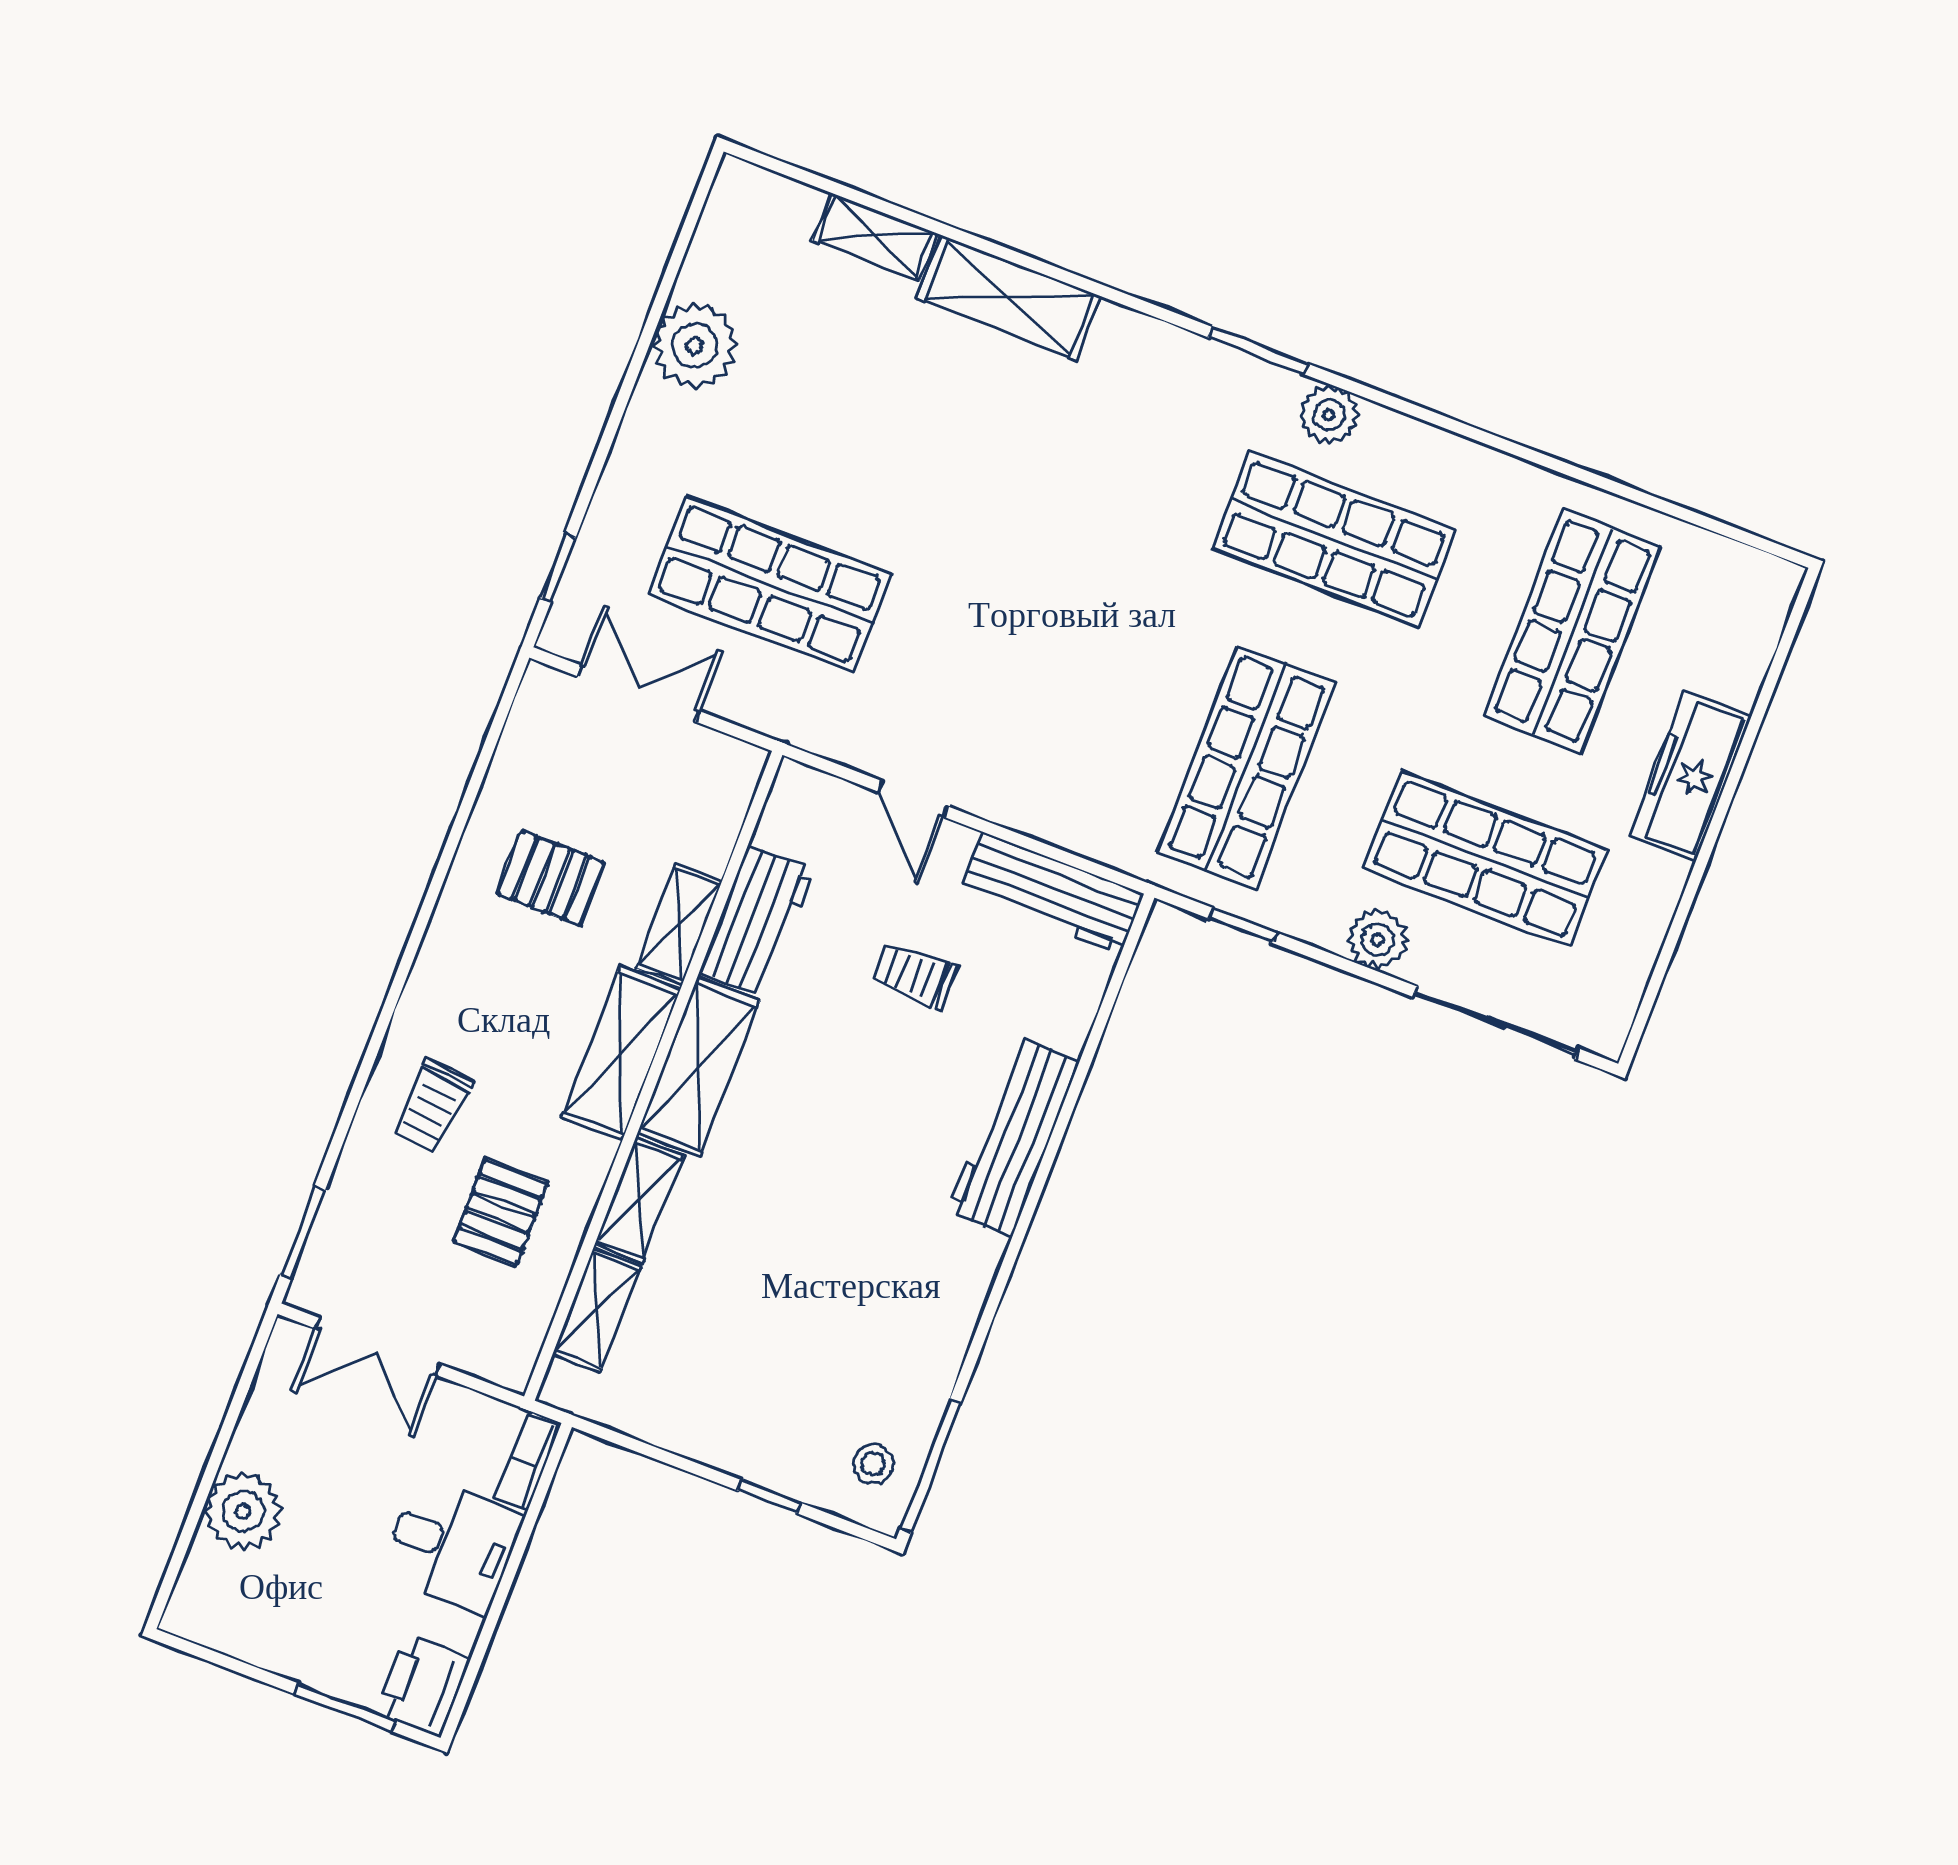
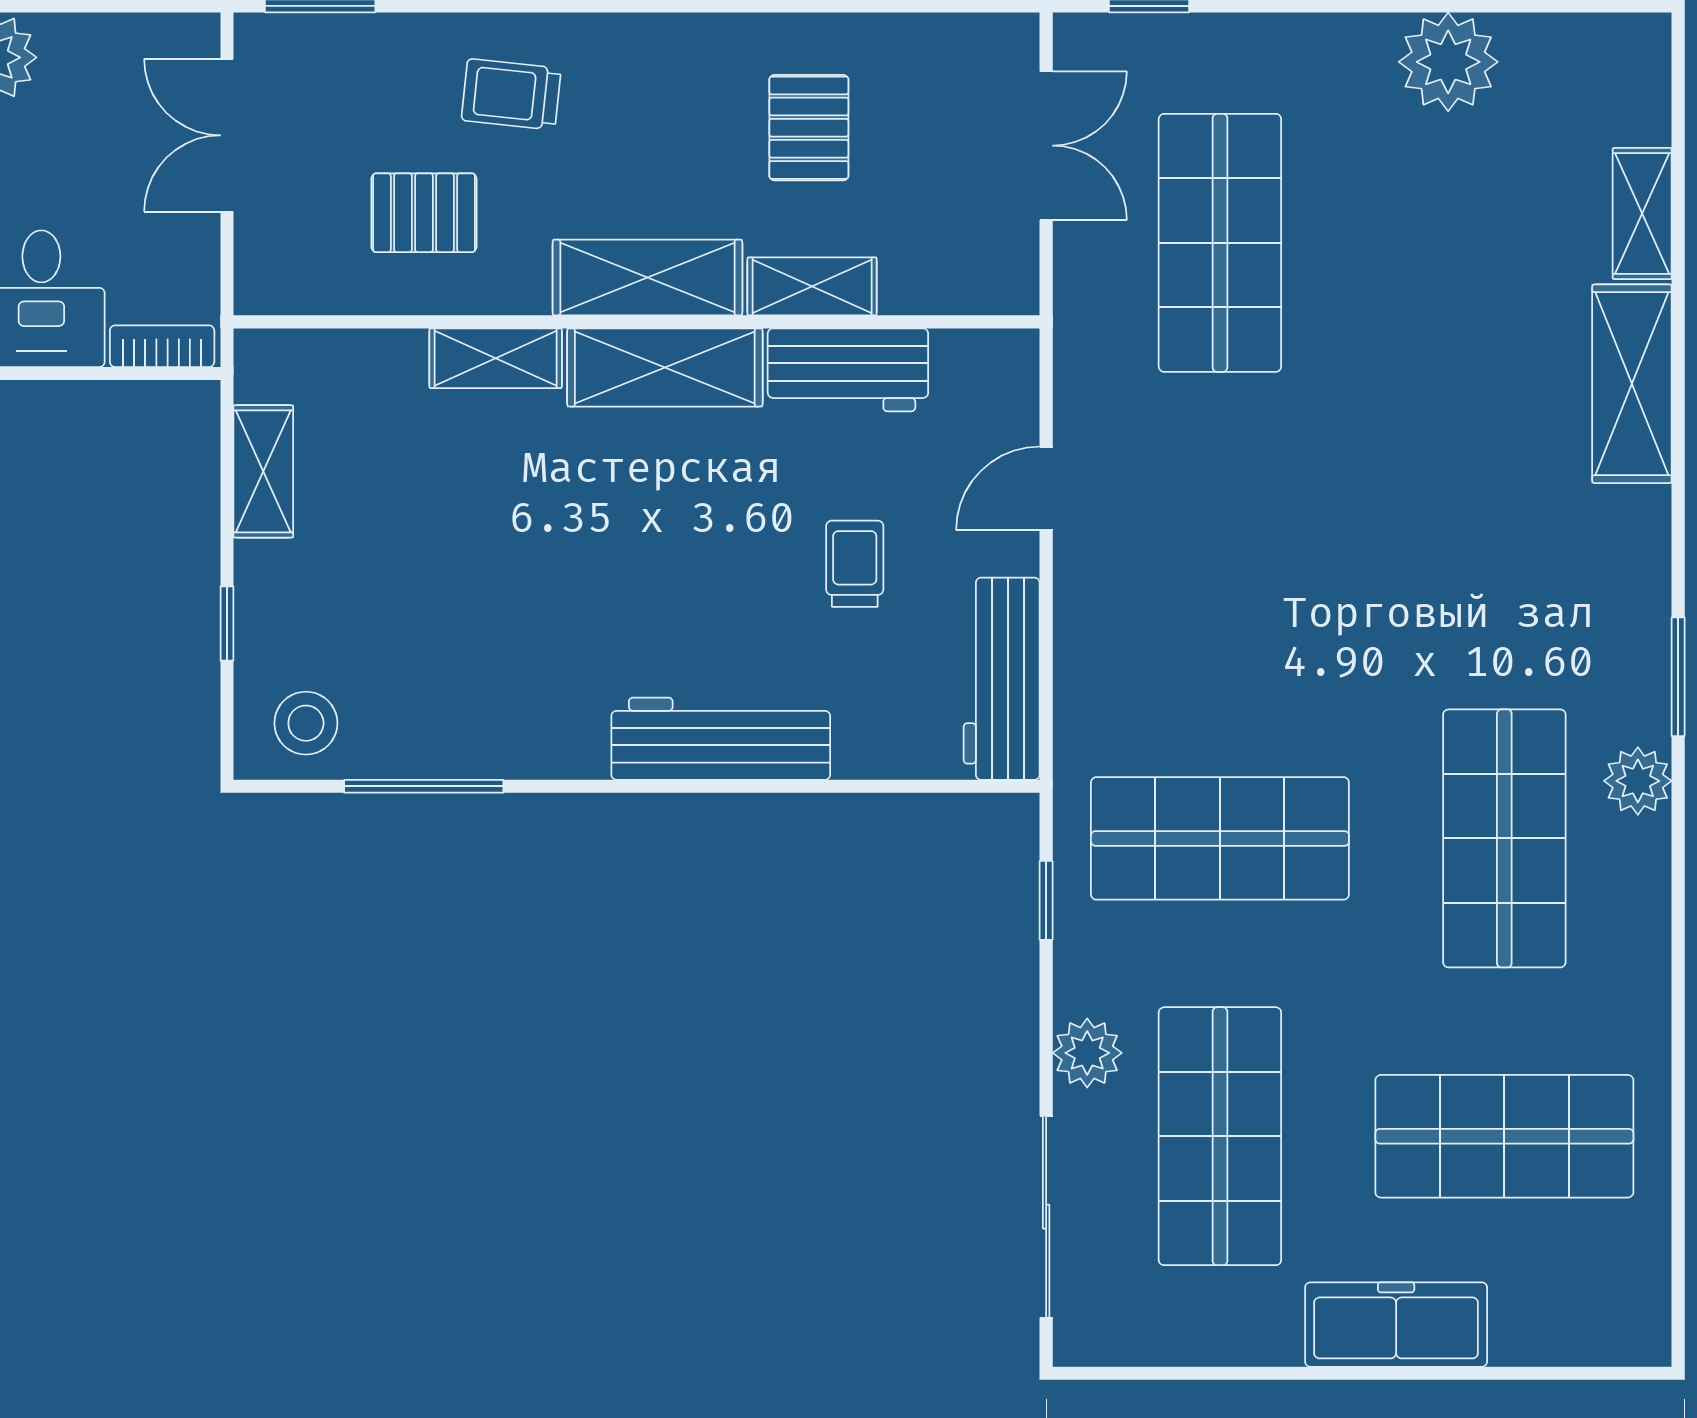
shelving: (597, 1310) -> (263, 471), moved, turned 90
stool: (873, 1464) -> (306, 723), width x1.37, depth x1.37
window: (931, 1466) -> (424, 786), moved

